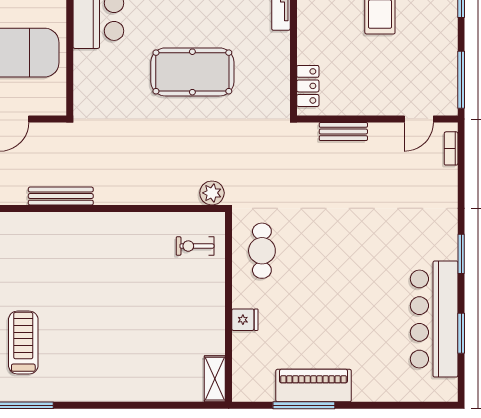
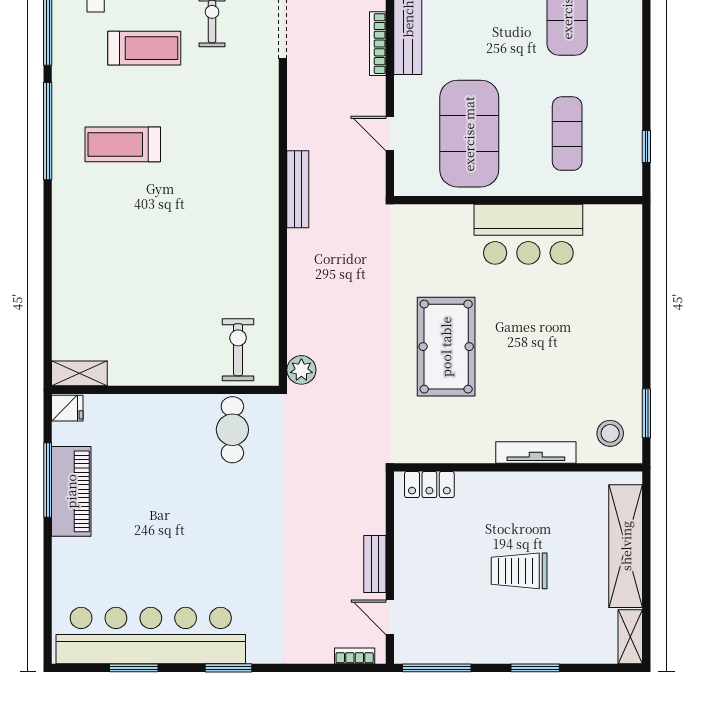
bench: (343, 132) -> (375, 564), moved
exercise bike: (195, 246) -> (238, 350), width x1.38, depth x1.39
cafe table: (262, 251) -> (232, 430), turned 90
bar counter: (434, 319) -> (151, 636), width x1.36
fridge: (245, 320) -> (67, 408), moved, turned -90
treadmill: (23, 343) -> (123, 144), turned 180

